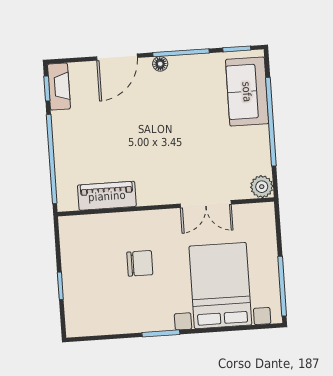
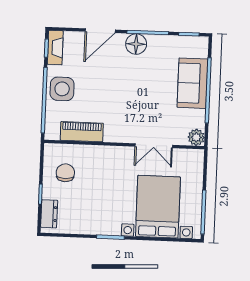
floor lamp: (160, 64) -> (136, 44), width x1.89, depth x1.89
sofa: (247, 92) -> (192, 83), moved
side table: (74, 141) -> (62, 89), added
chair: (140, 263) -> (65, 173), moved, turned -90
dresser: (75, 311) -> (49, 214), added

